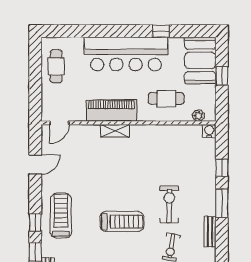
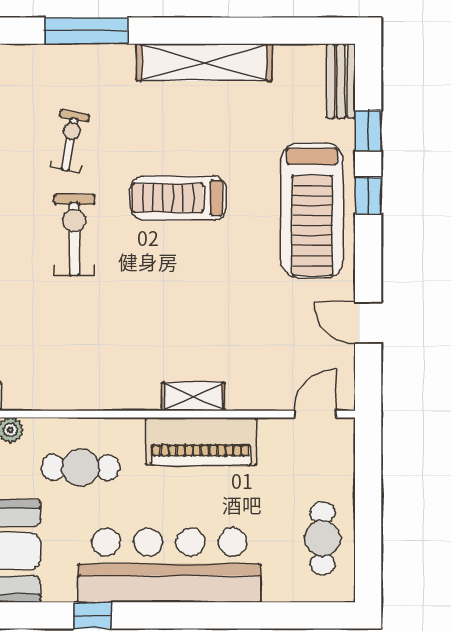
door: (35, 164) -> (368, 323), hinge flipped
exercise bike: (169, 204) -> (74, 235), turned 180
treadmill: (61, 216) -> (312, 211), width x1.37, depth x1.38

